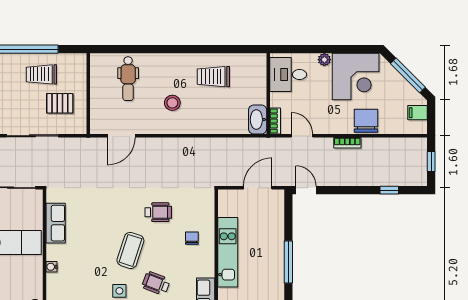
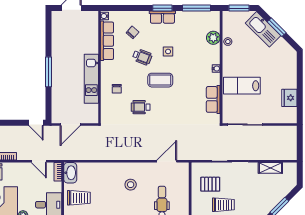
trolley: (213, 77) -> (79, 198), moved
coffee table: (130, 250) -> (160, 80), turned 72

